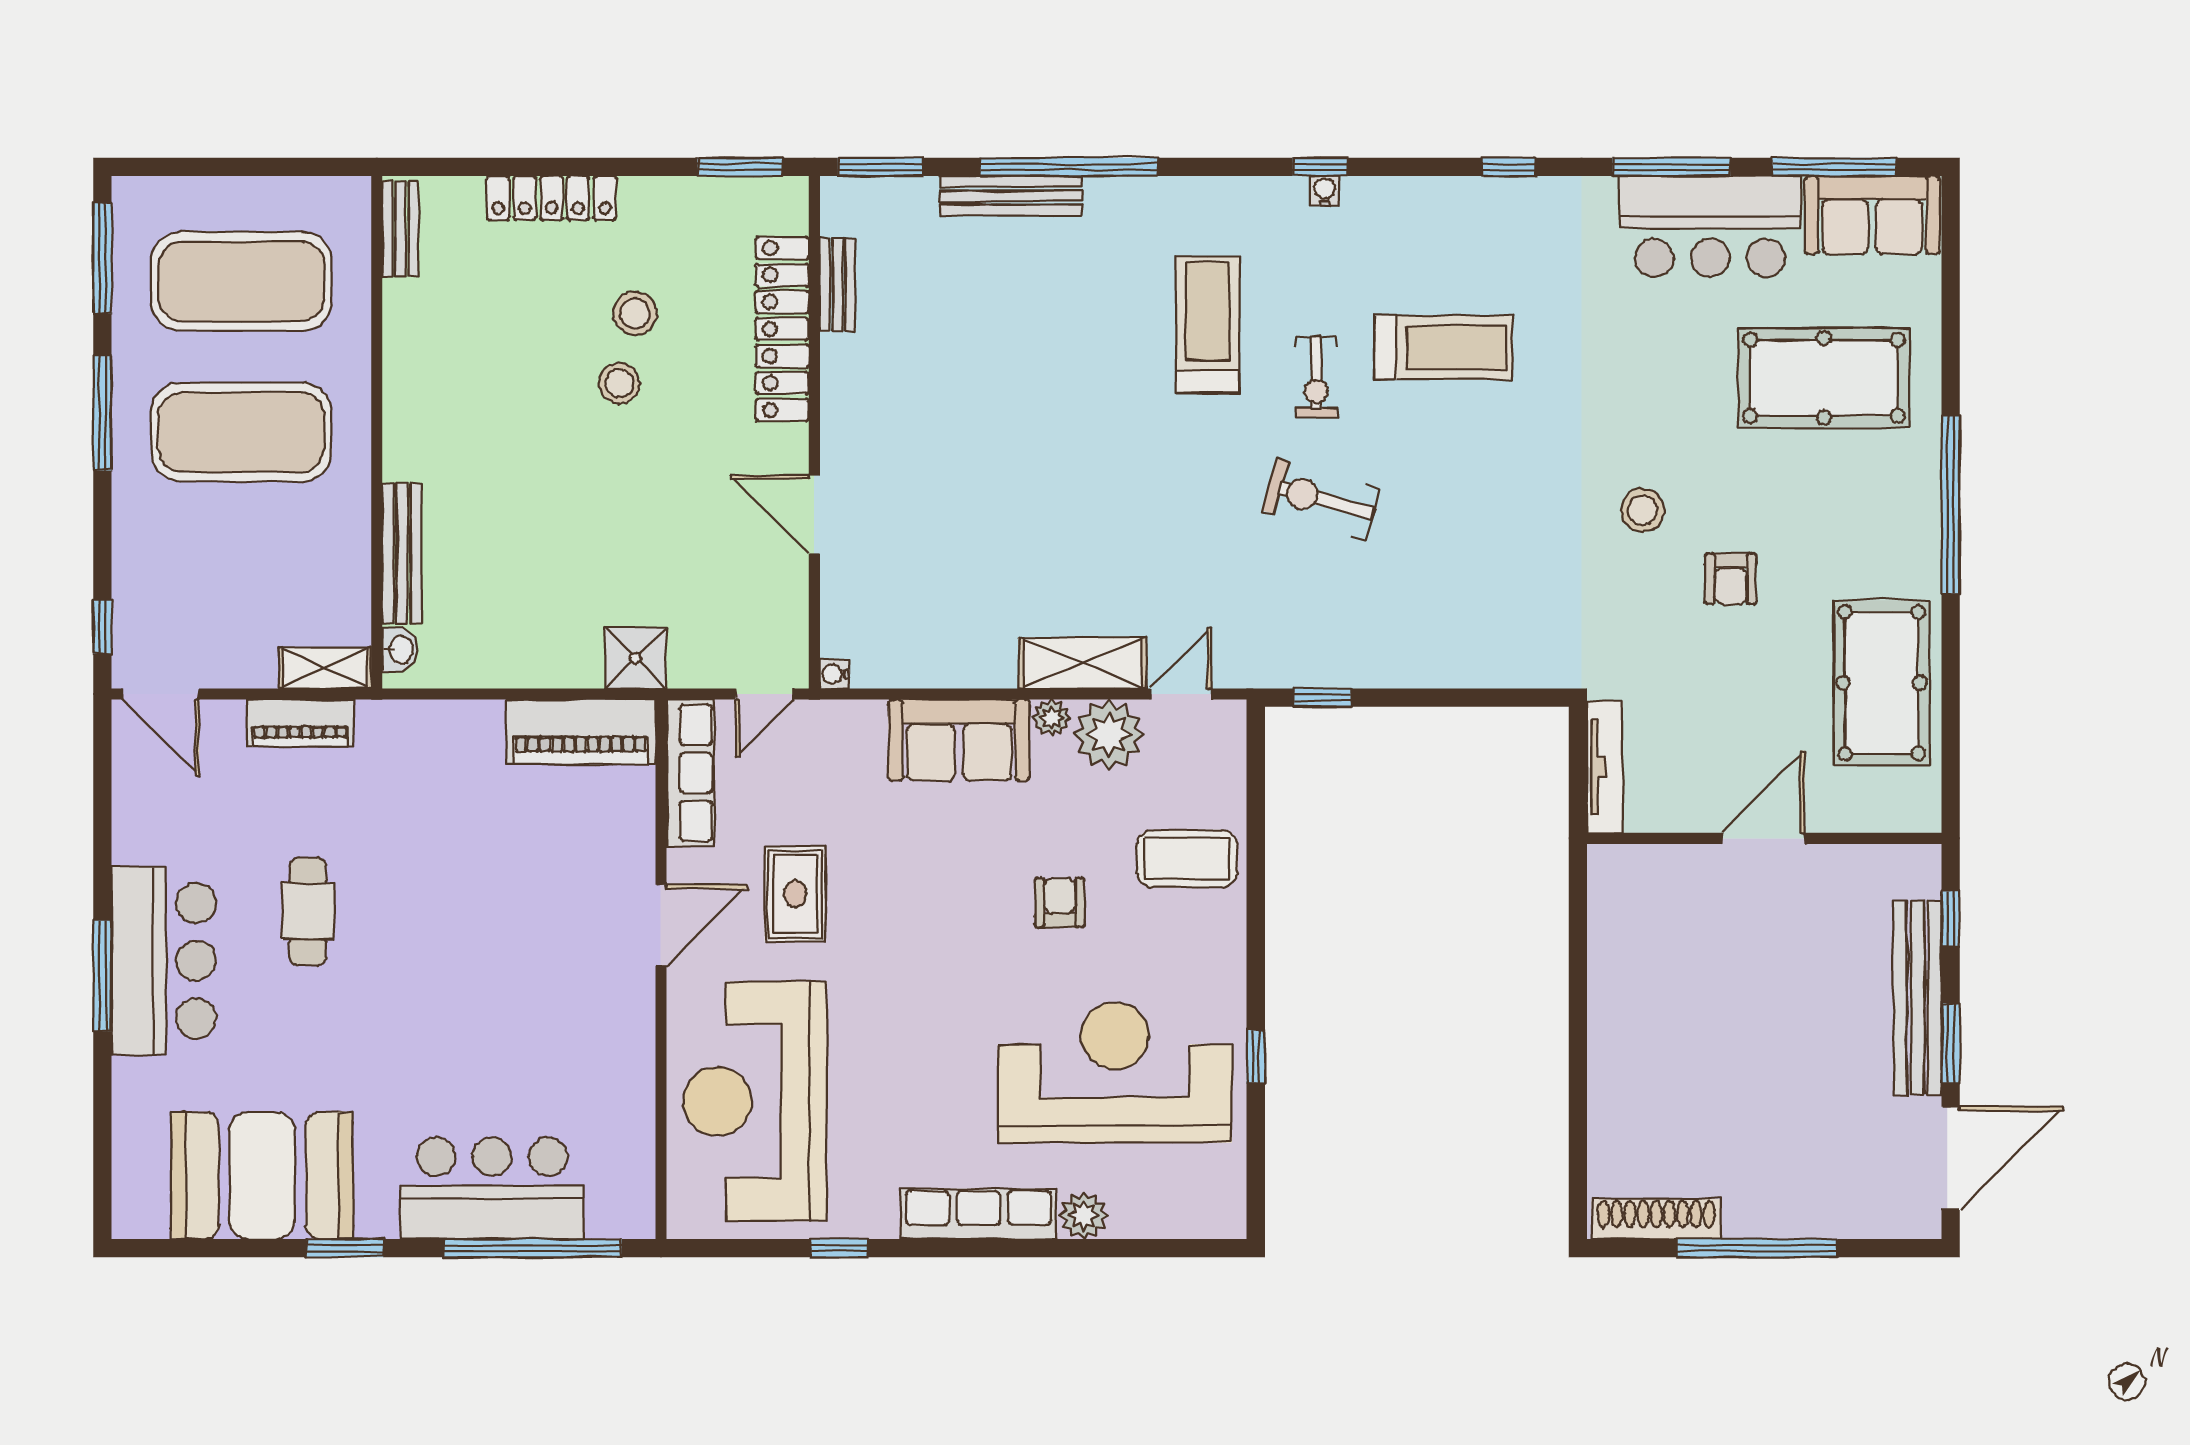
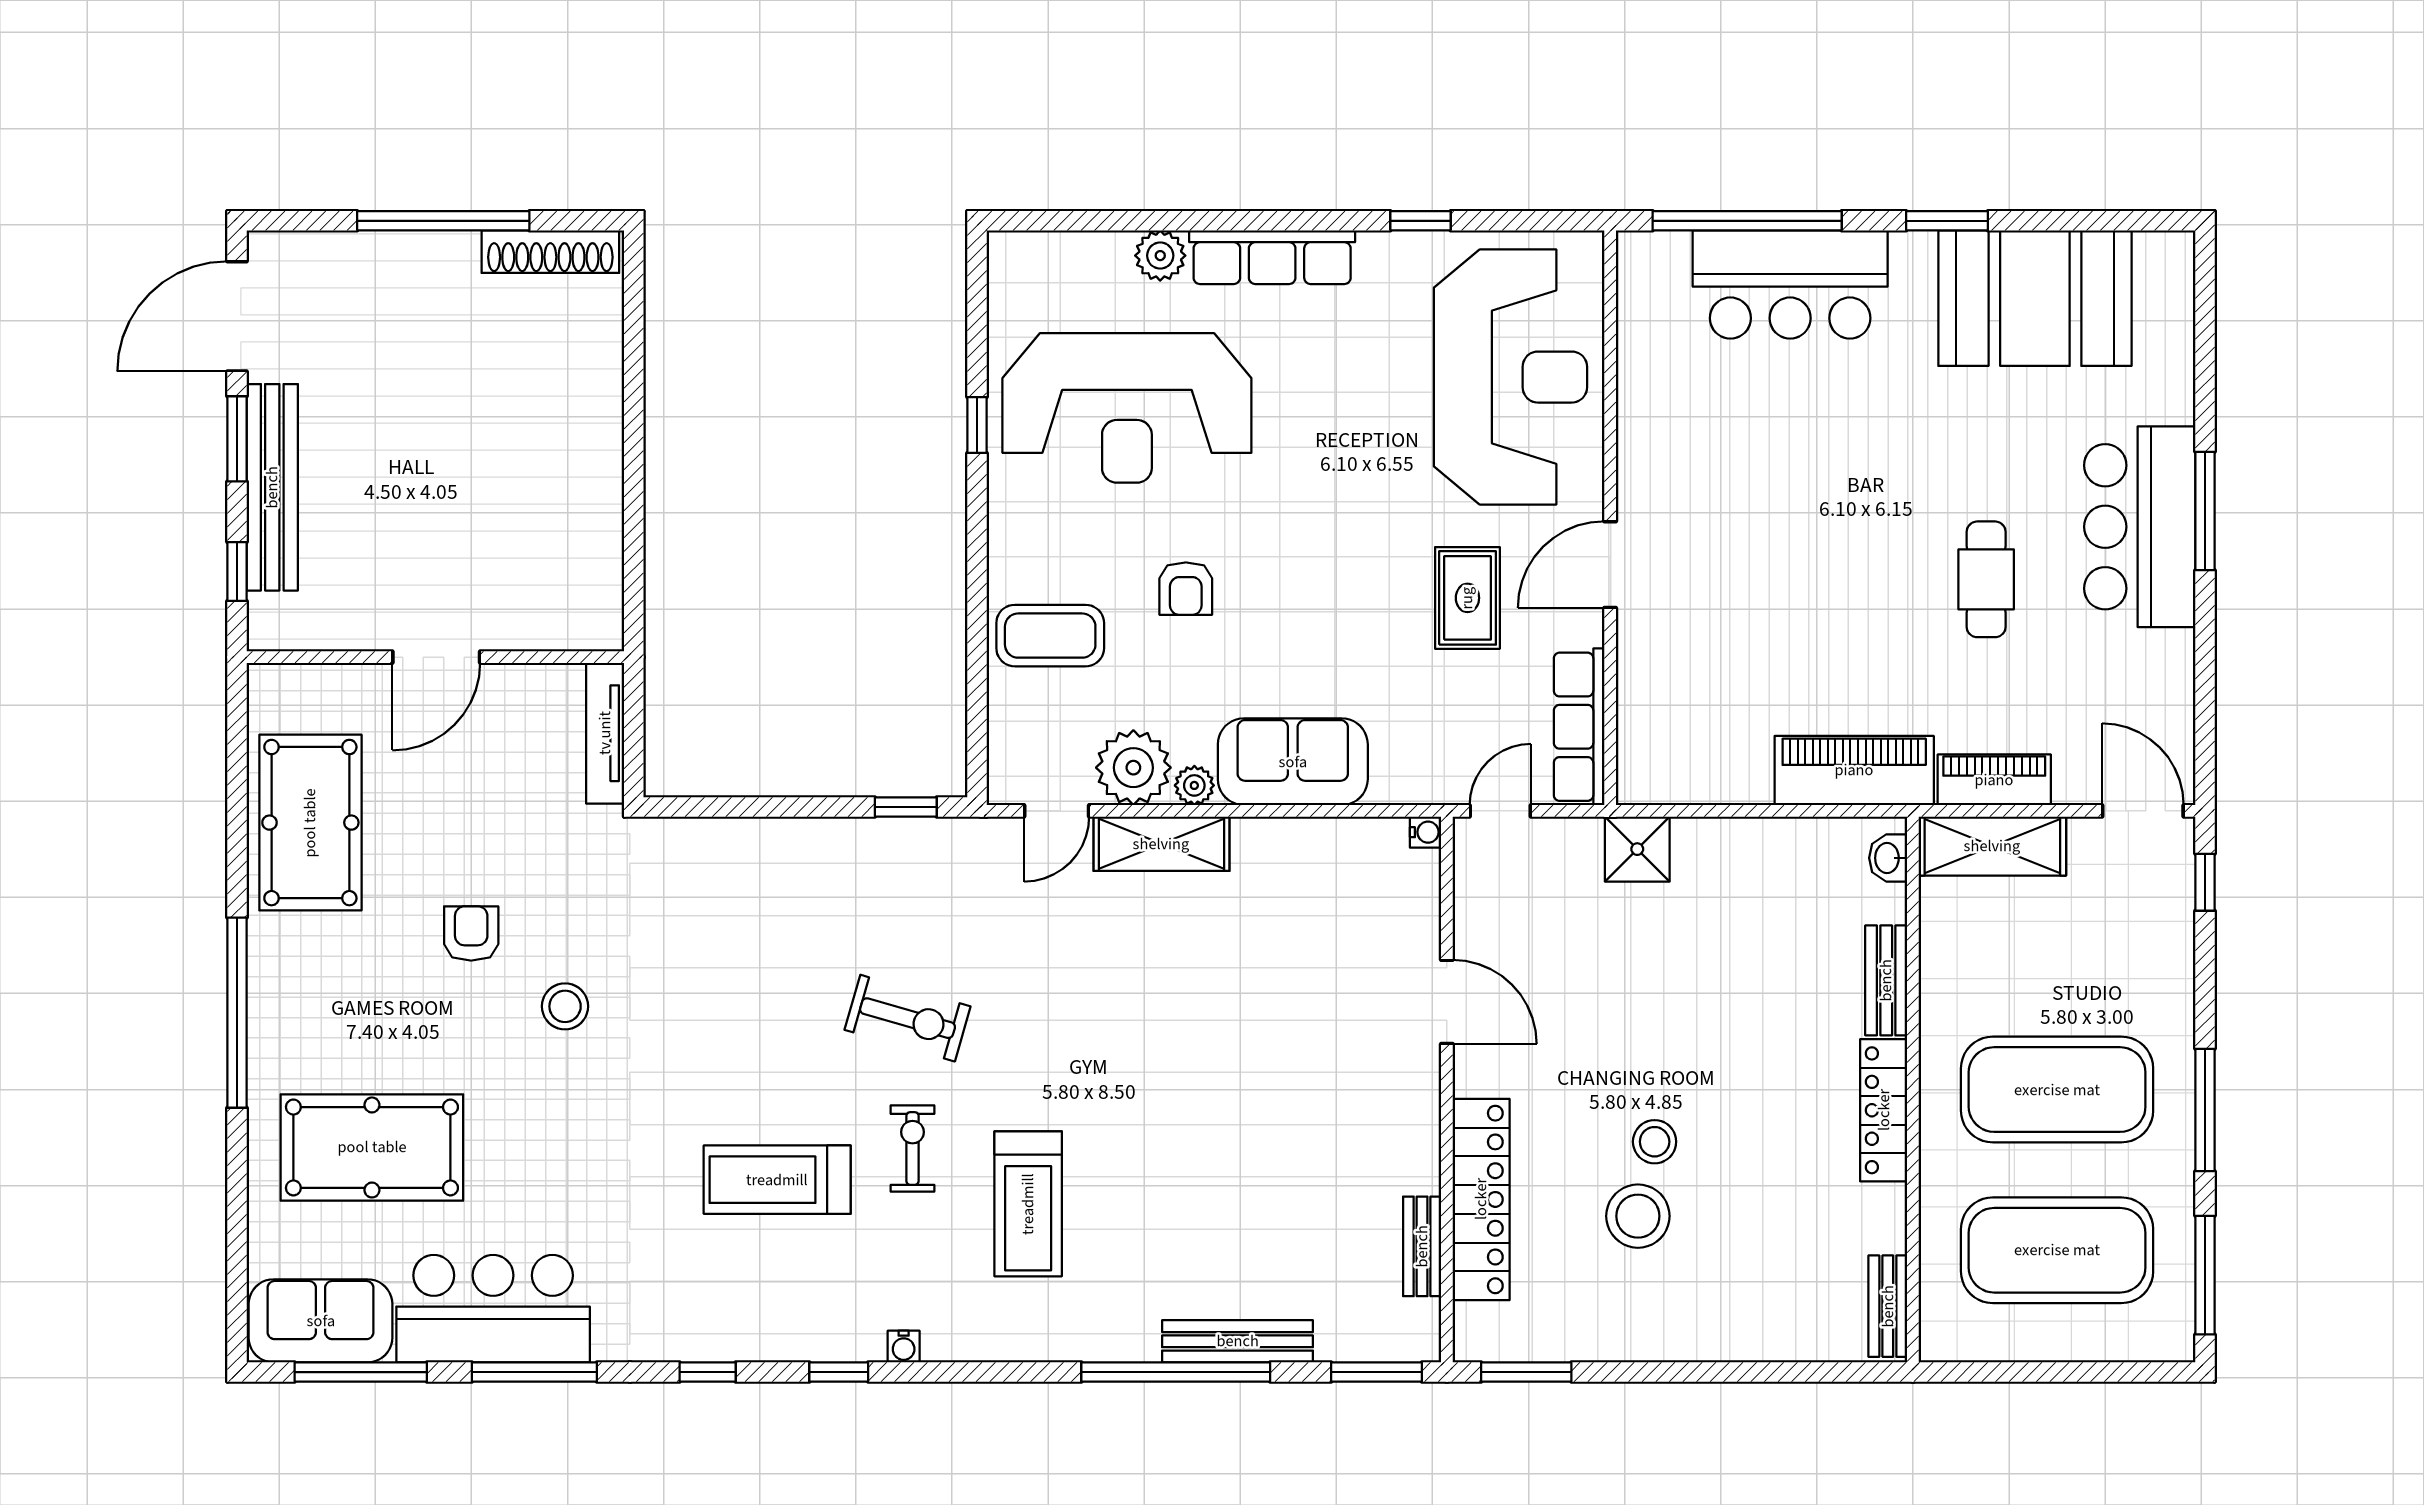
window: (1320, 167) -> (839, 1372), moved
locker: (551, 198) -> (1884, 1110), moved, turned -90
stool: (635, 313) -> (1638, 1216), width x1.38, depth x1.38
bench: (402, 553) -> (1886, 980), width x0.73
shelving: (325, 668) -> (1992, 846), width x1.50, depth x1.33
piano: (581, 732) -> (1854, 770), moved

